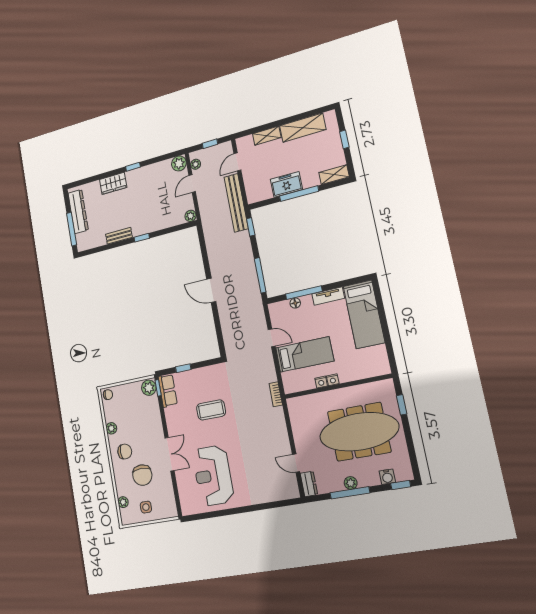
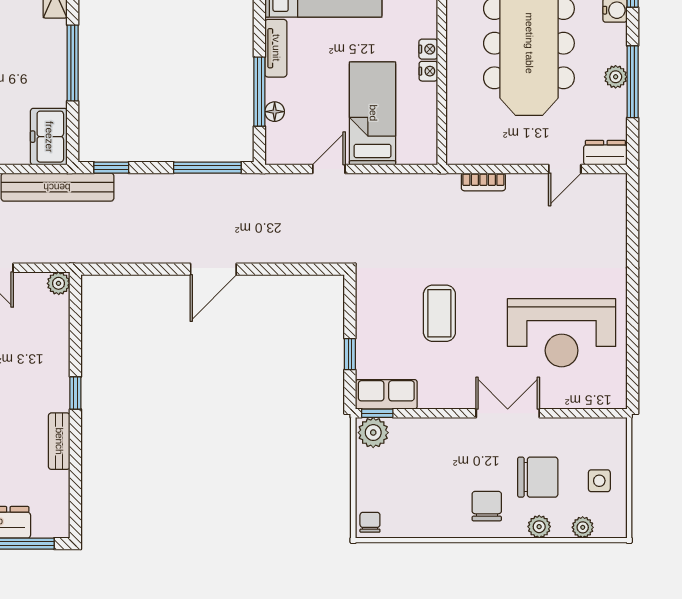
freezer: (286, 184) -> (49, 137), moved
nightstand: (321, 382) -> (428, 49), moved
bookcase: (276, 394) -> (483, 182), moved
plant: (111, 428) -> (539, 527), moved

